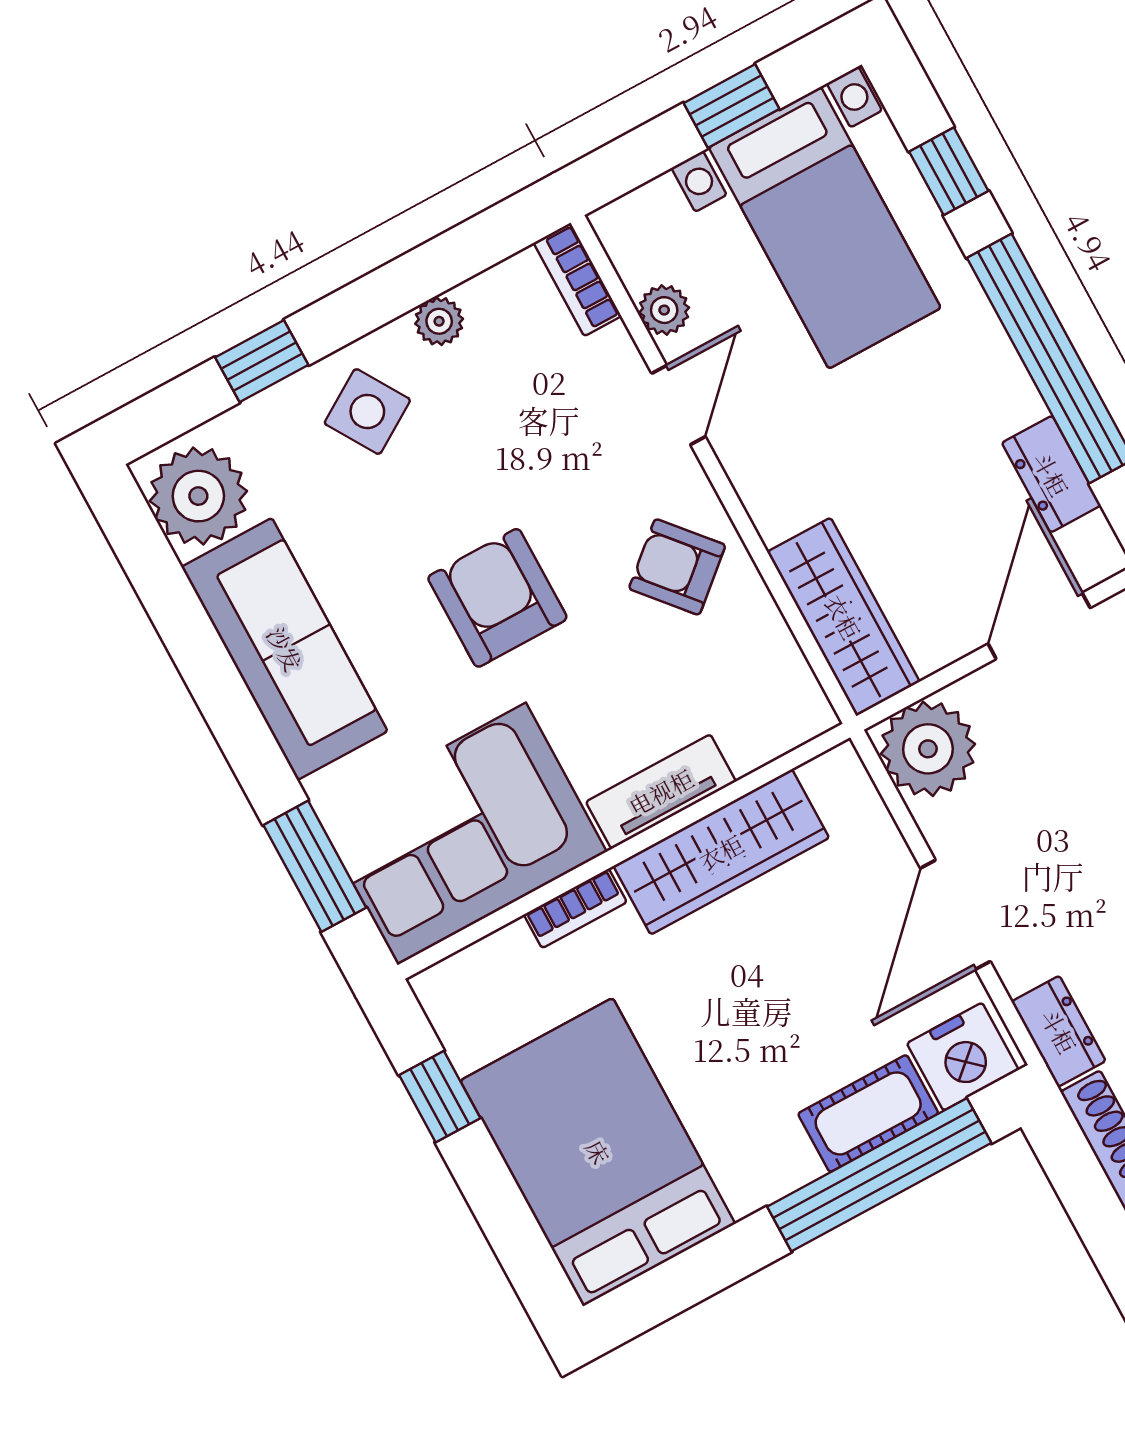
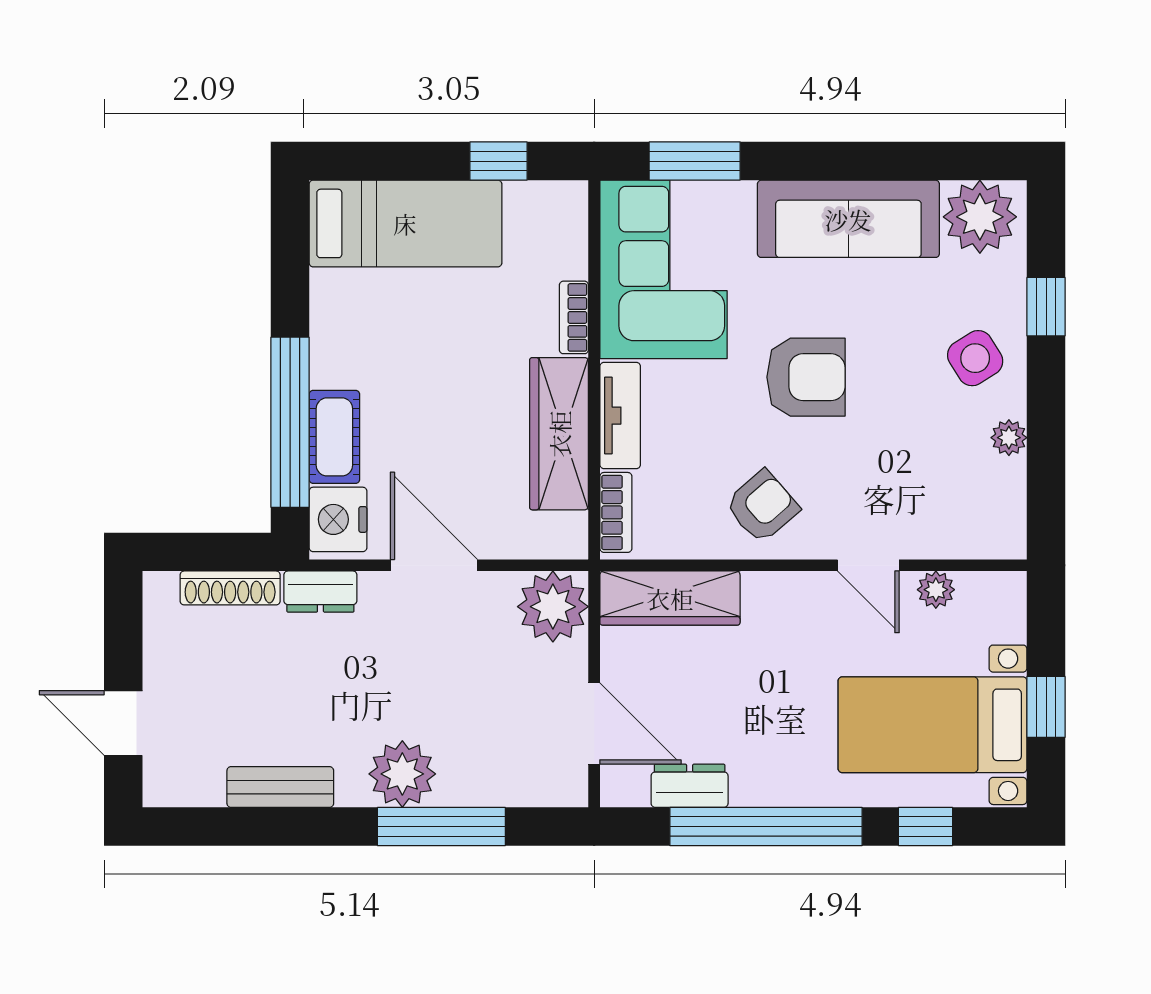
bookcase: (577, 279) -> (616, 512), moved, turned 90
bed: (598, 1152) -> (405, 223), width x0.67

